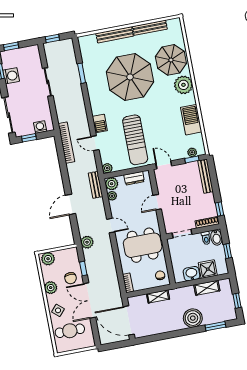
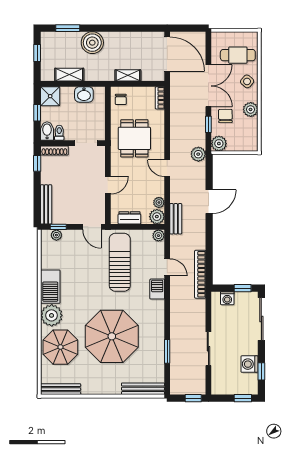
bench: (150, 28) -> (61, 389), moved
bench: (115, 35) -> (143, 389), moved
barbecue: (191, 120) -> (50, 287), moved
dining table: (143, 245) -> (134, 138), width x0.73
plant: (48, 259) -> (219, 144), moved
shower: (208, 269) -> (50, 96), moved

